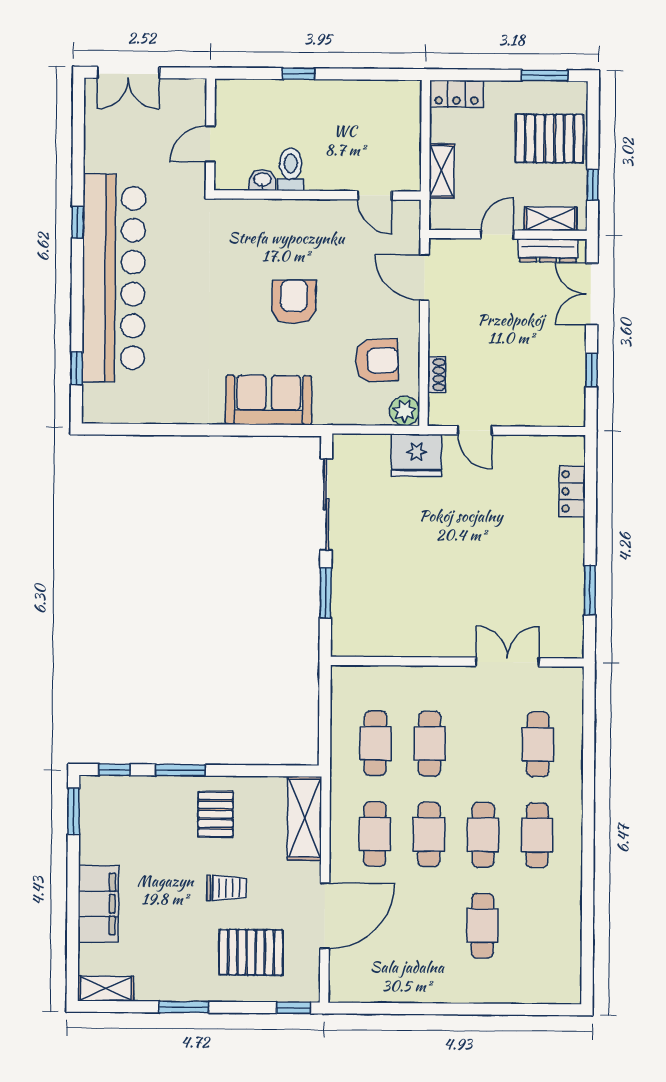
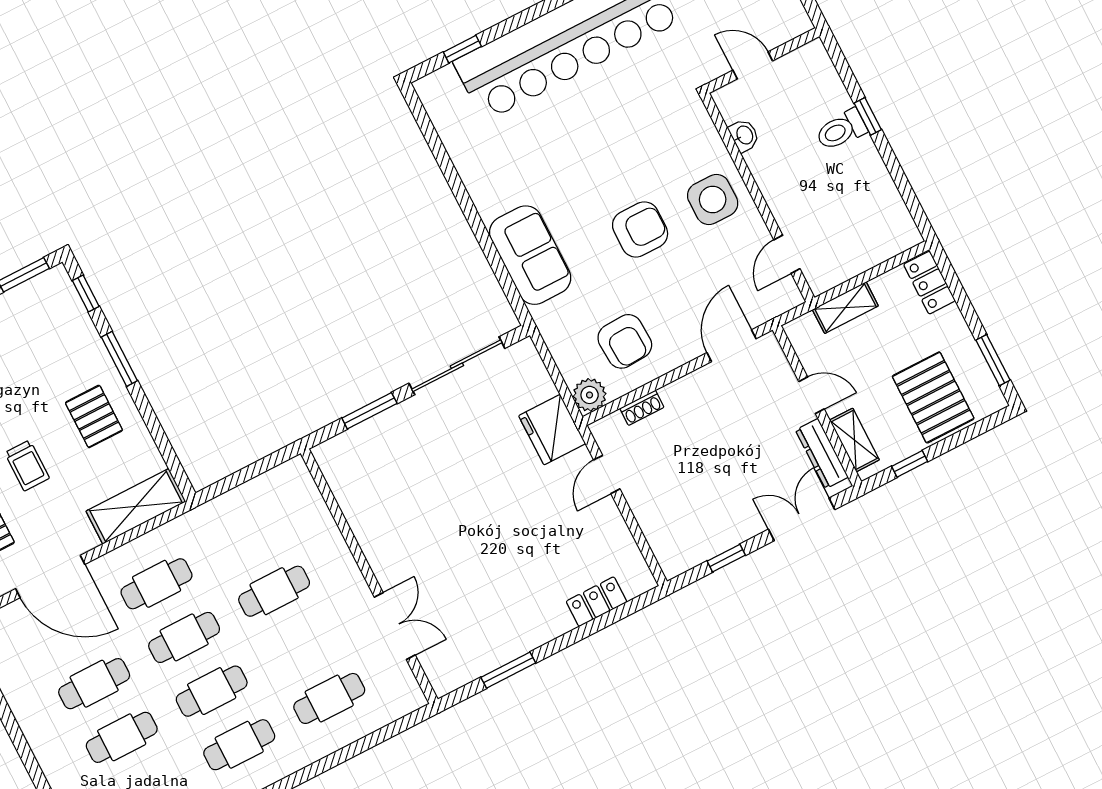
toilet: (291, 169) -> (841, 130), moved, turned 180
side table: (300, 232) -> (713, 199), added
cafe table: (375, 743) -> (94, 684), moved
pallet: (216, 814) -> (94, 416), turned 90

